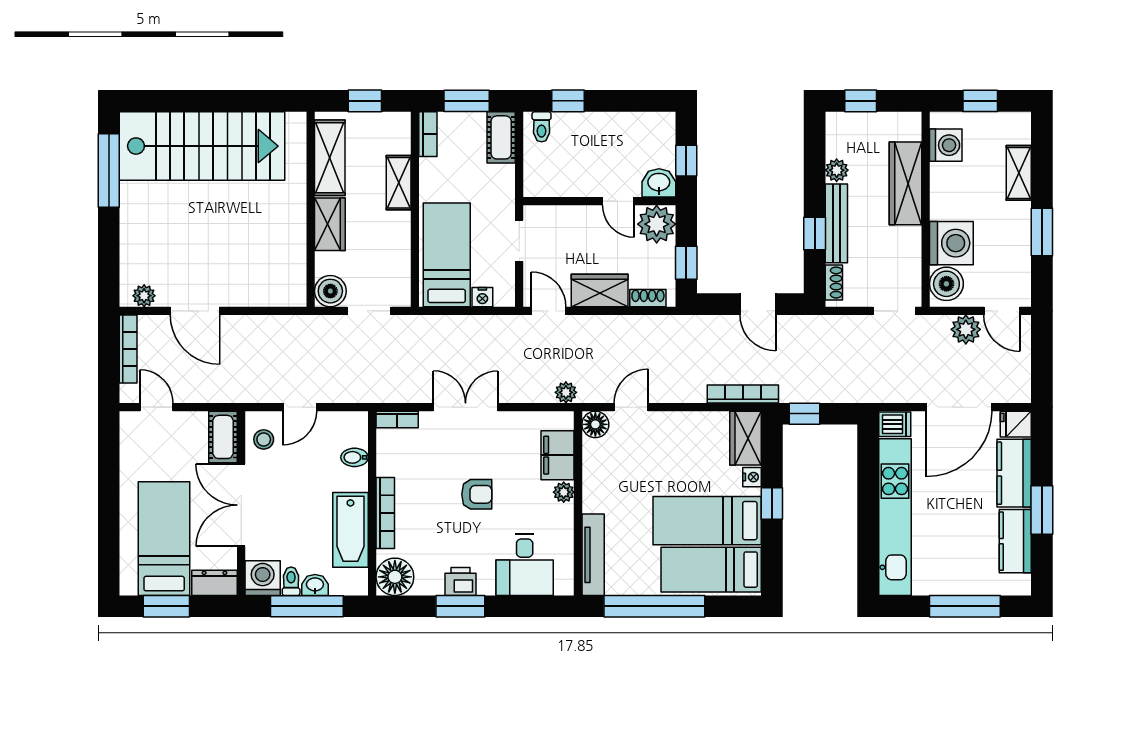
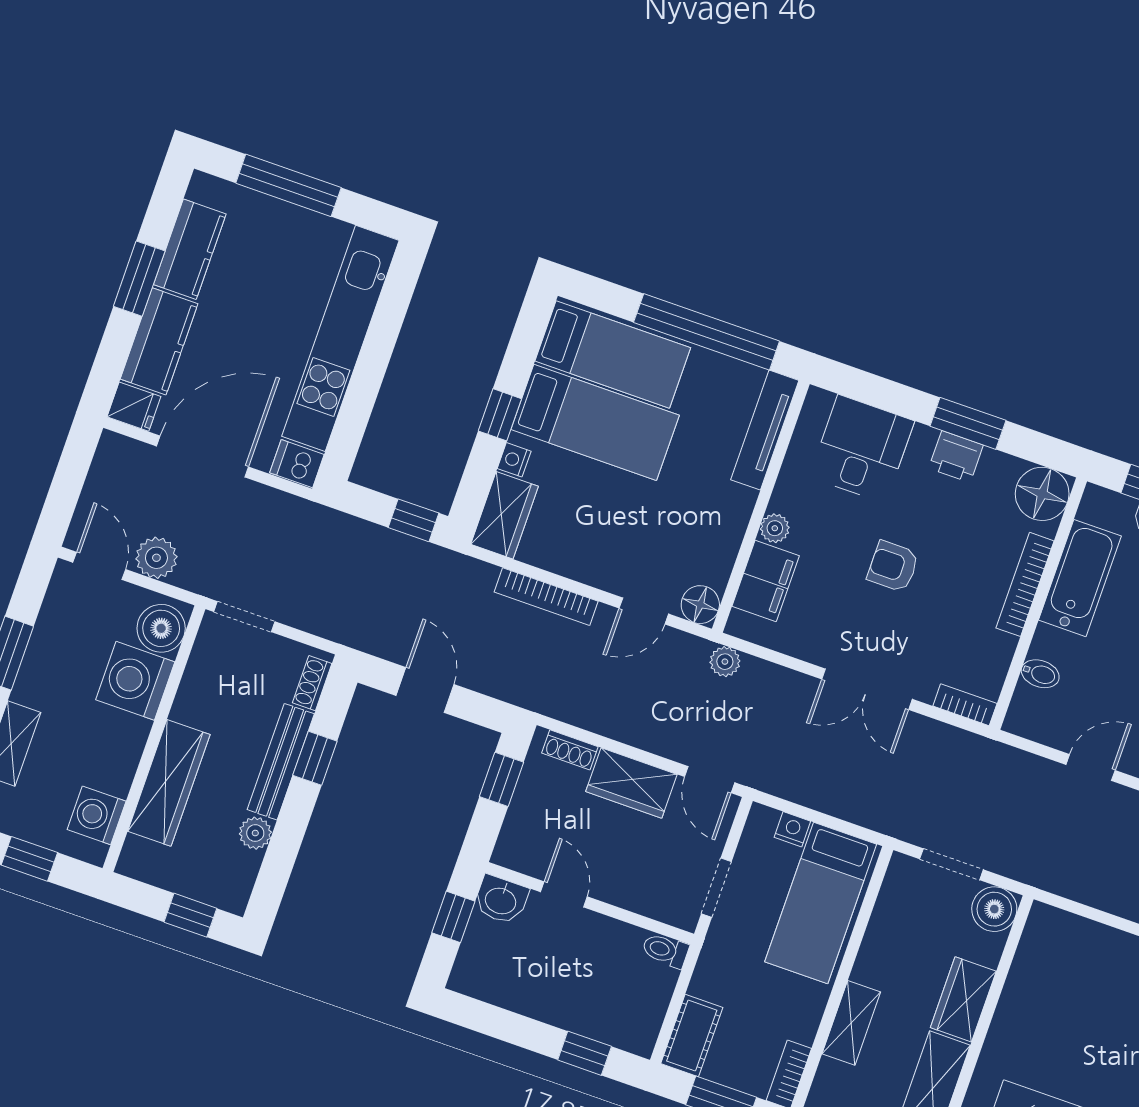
toilet: (542, 127) -> (665, 950), moved, turned -90
plant: (657, 224) -> (523, 845), removed
bookcase: (743, 394) -> (546, 597), moved

